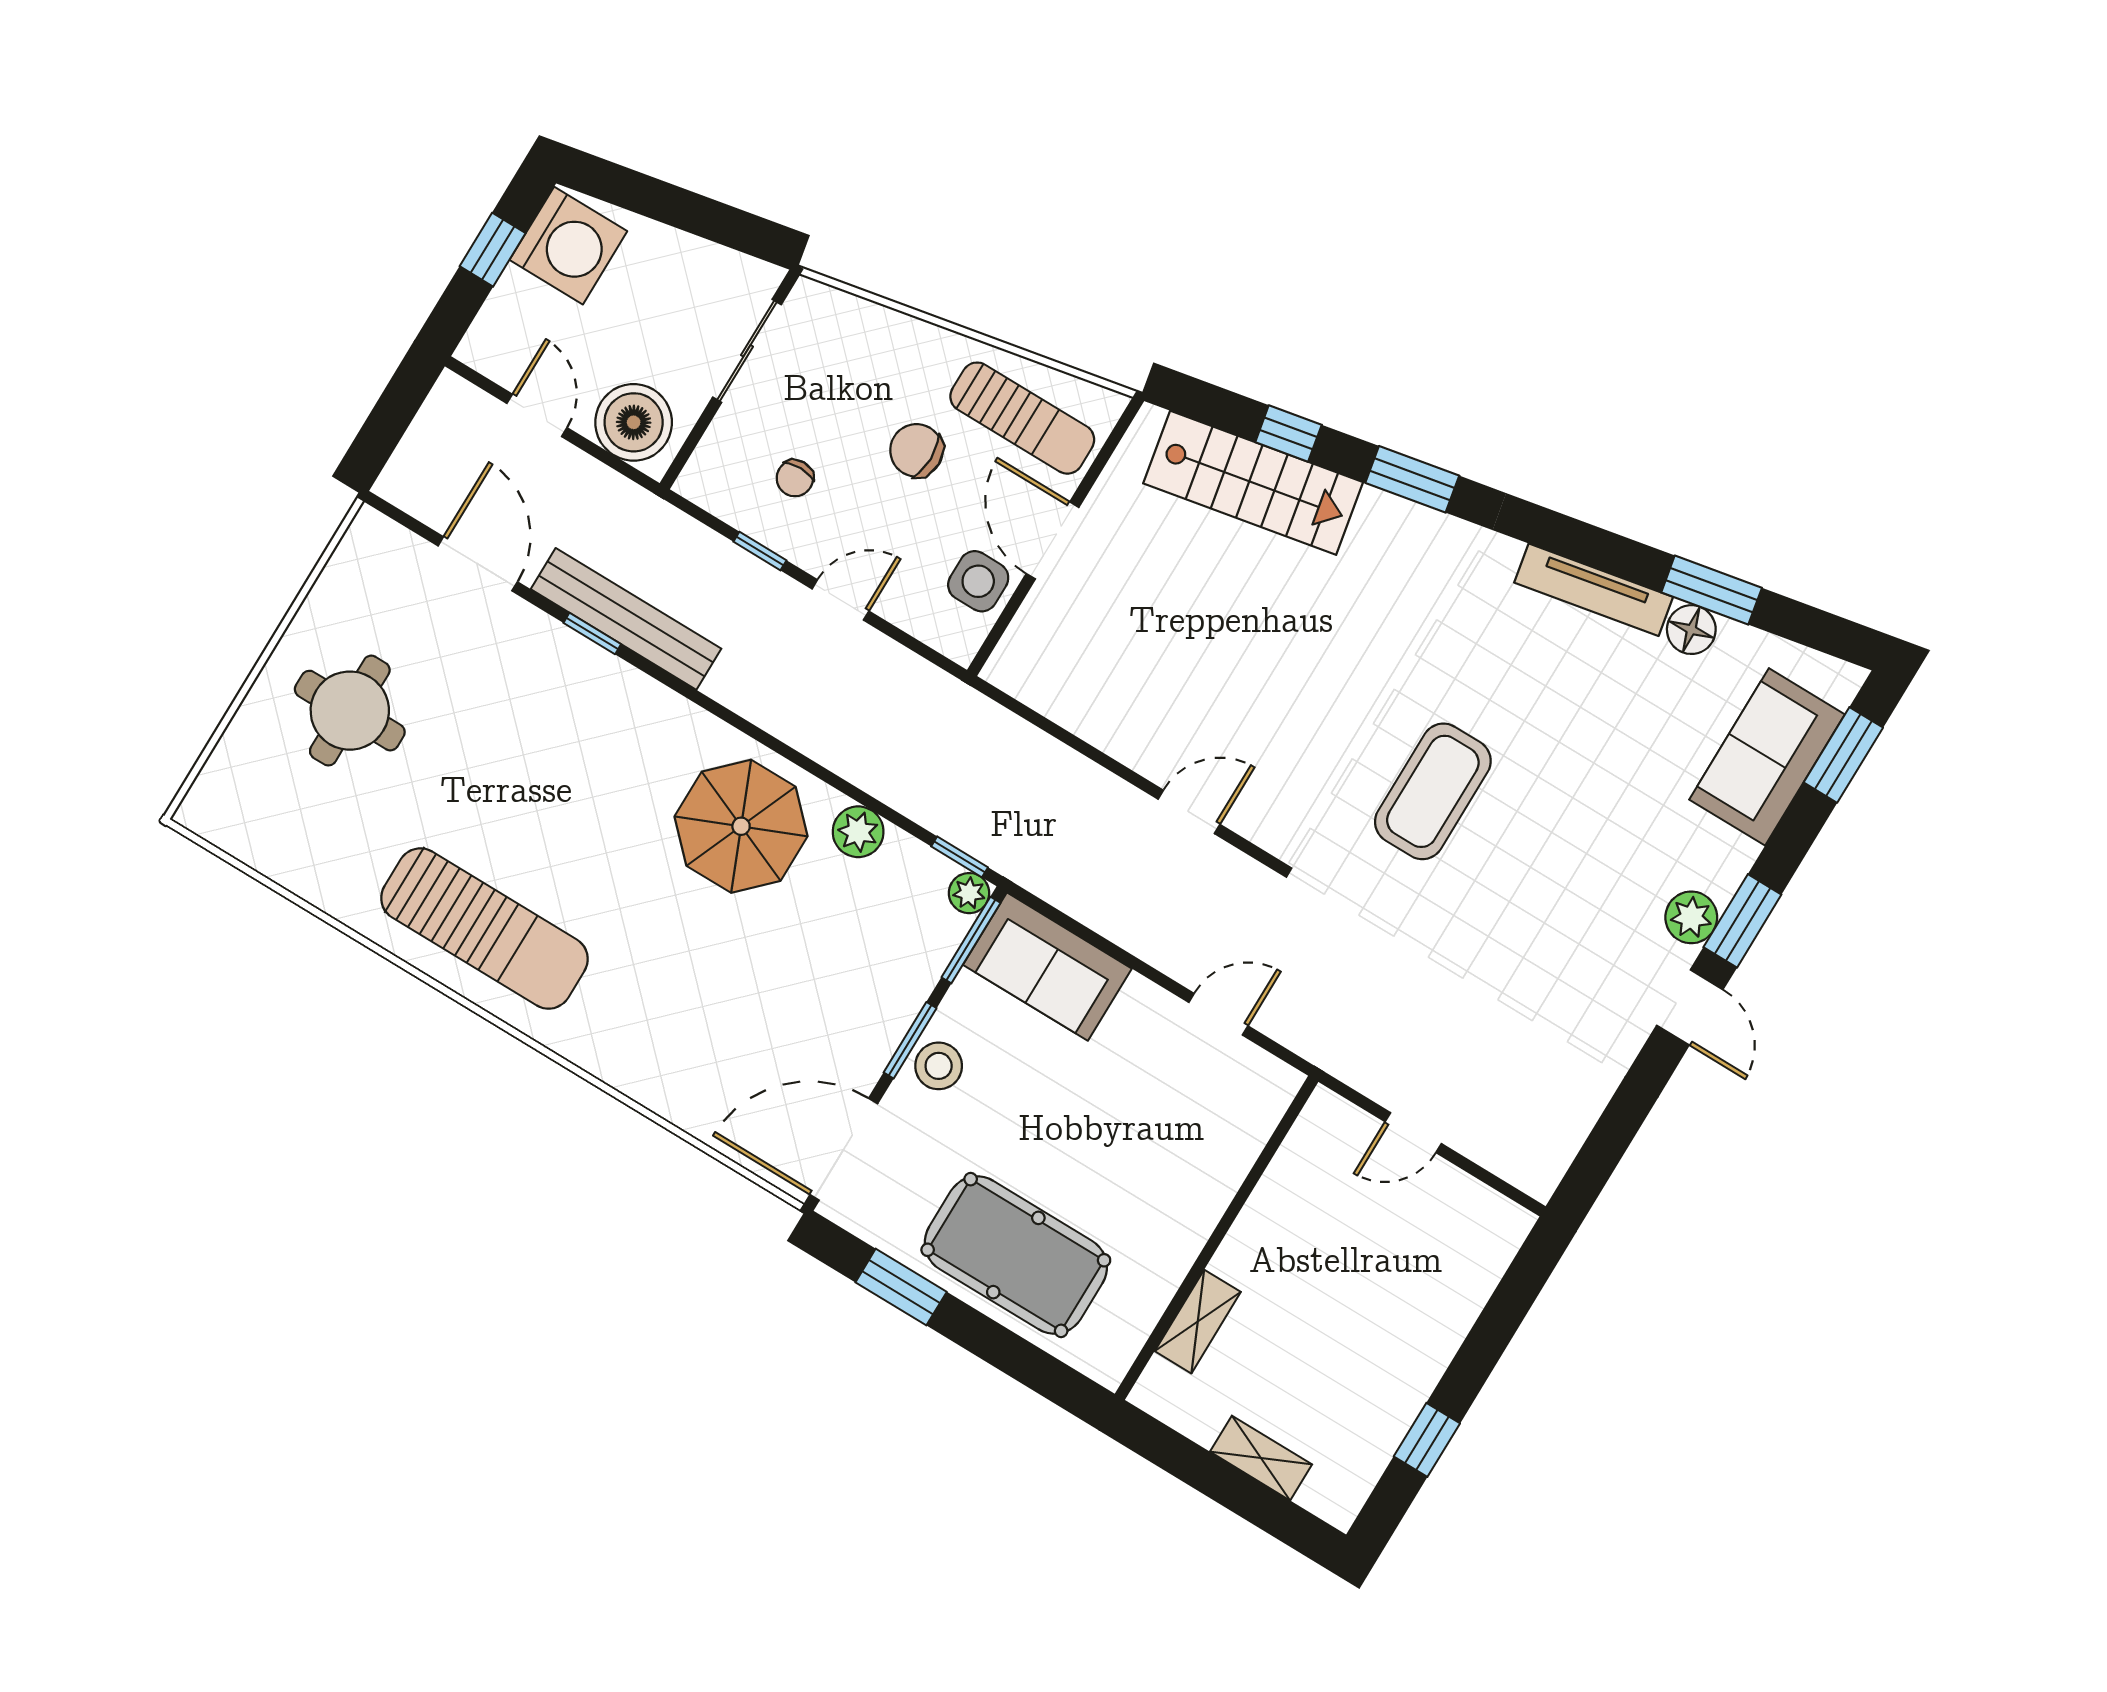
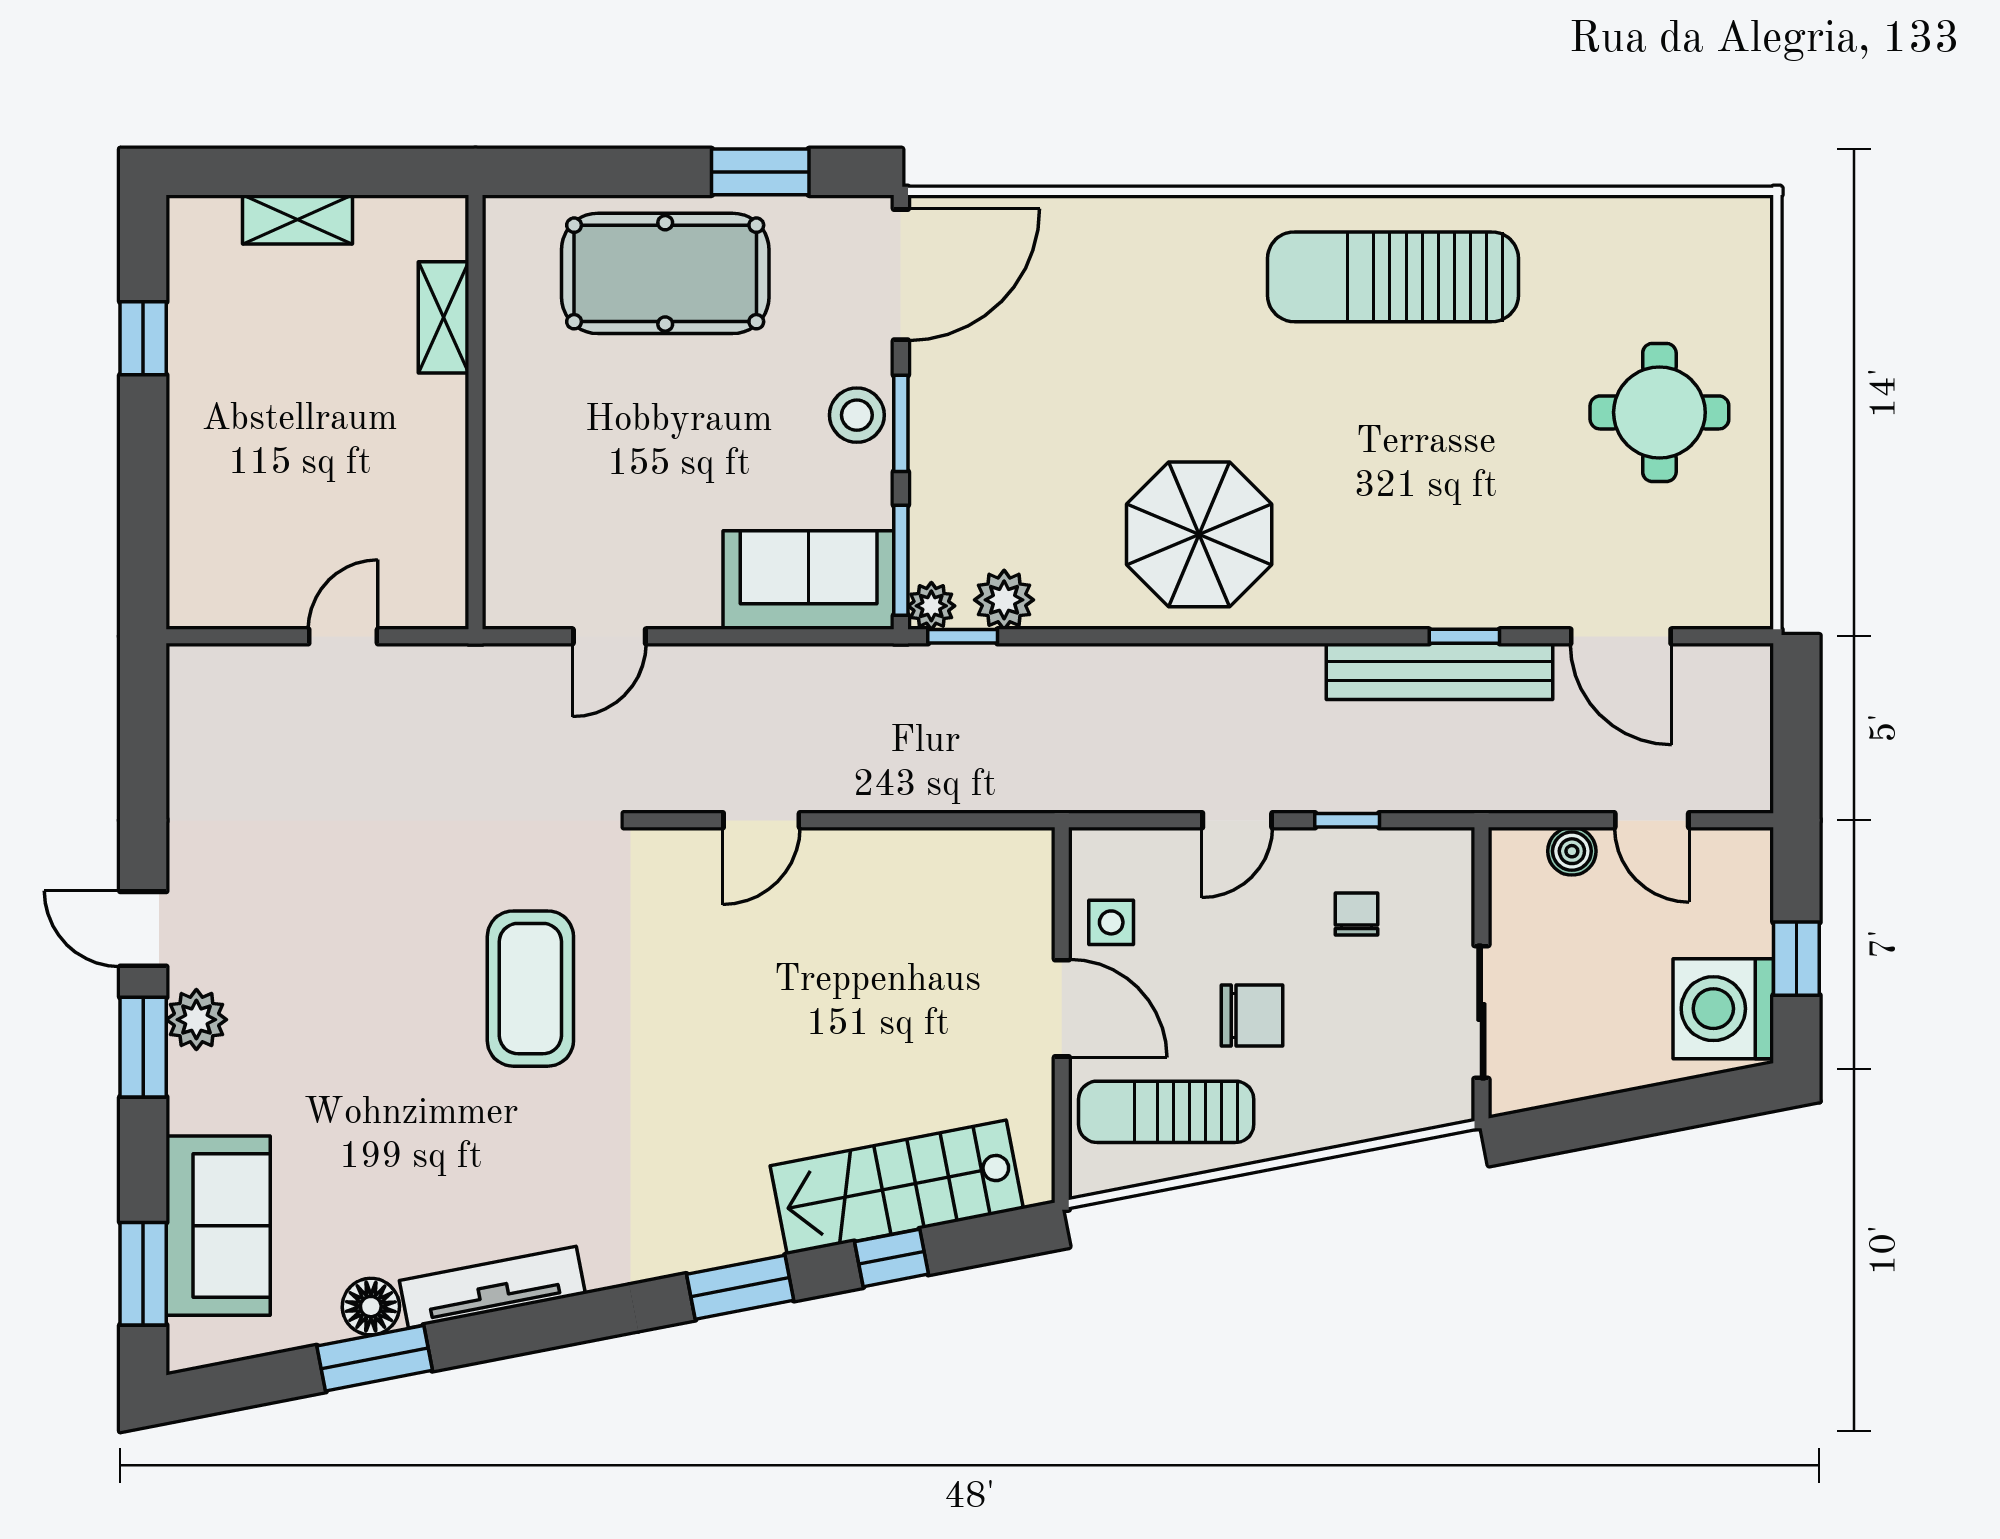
boiler: (634, 422) -> (1572, 851), width x0.54, depth x0.54
side table: (978, 581) -> (1111, 922), width x0.73, depth x0.73
plant: (858, 832) -> (1004, 600), moved

